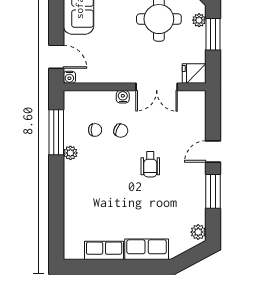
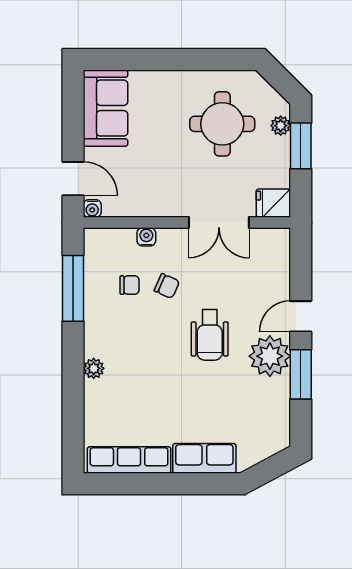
water cooler: (123, 97) -> (146, 237), moved
plant: (70, 153) -> (94, 368), moved
wheelchair: (150, 164) -> (210, 335), width x1.36, depth x1.37
plant: (198, 232) -> (270, 356), moved, width x1.87, depth x1.87
row of seats: (104, 250) -> (129, 460), width x1.48

